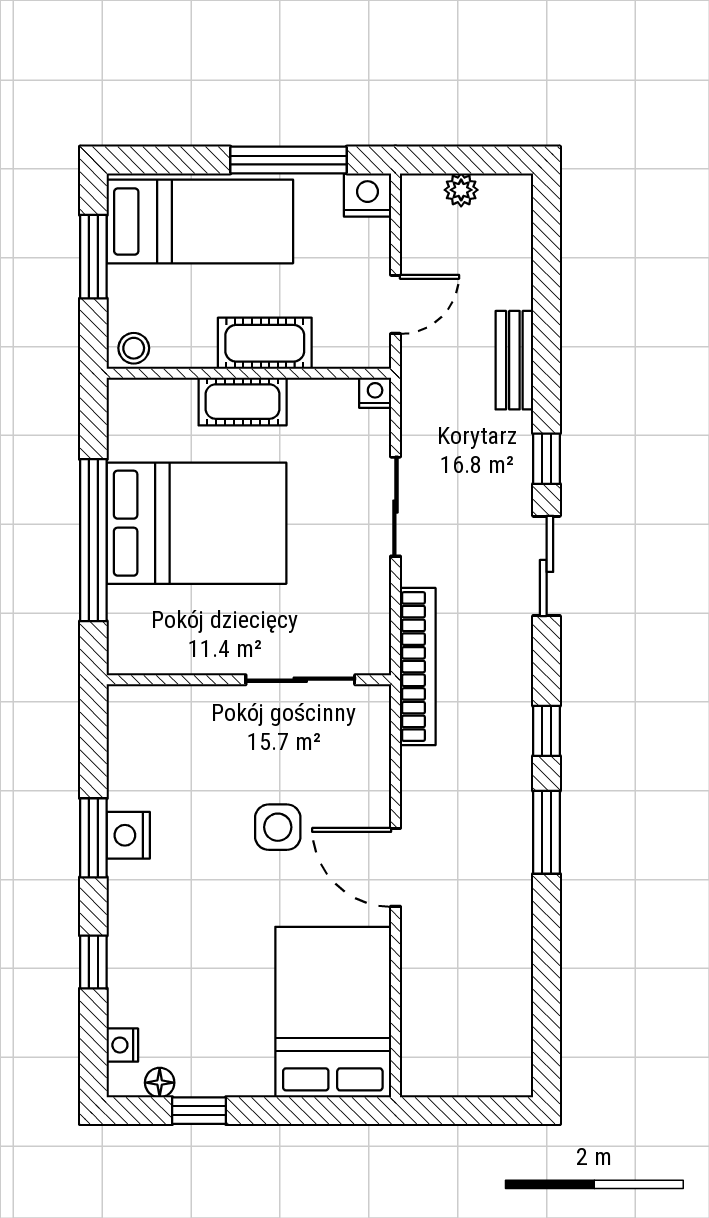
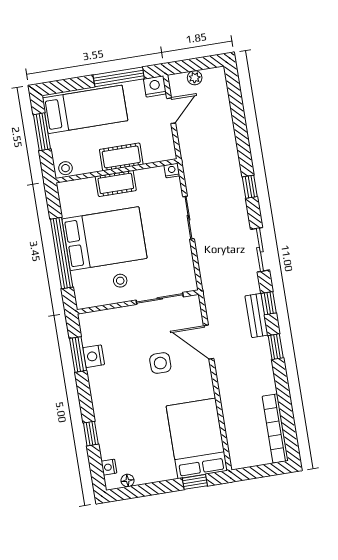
door: (395, 304) -> (171, 111), moved
bench: (514, 360) -> (257, 315), moved
sliding door: (547, 566) -> (260, 250), moved
stool: (217, 625) -> (120, 281), added
bookcase: (418, 667) -> (275, 429), moved, turned 180
window: (547, 832) -> (276, 347), width x0.67
nightstand: (128, 835) -> (94, 356), moved
window: (93, 838) -> (78, 354), moved
door: (395, 867) -> (209, 342), moved
window: (199, 1111) -> (195, 482), moved

